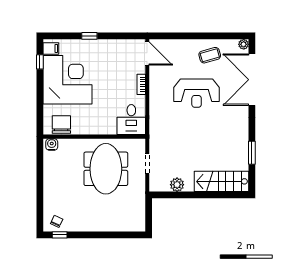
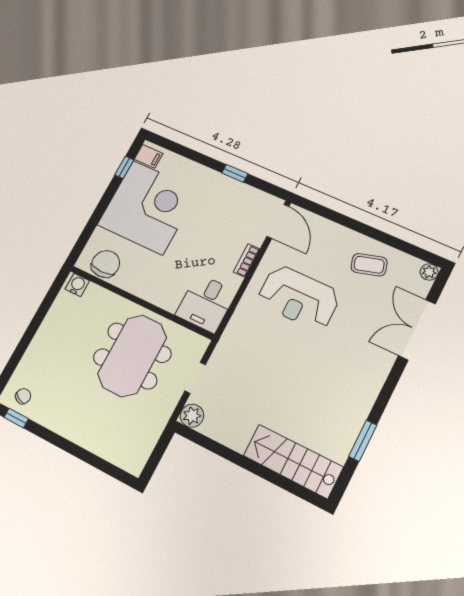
window: (89, 36) -> (235, 173), moved
double door: (252, 80) -> (417, 330), width x0.73
reception desk: (197, 93) -> (299, 298), moved
plant: (177, 185) -> (192, 416), moved

